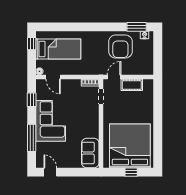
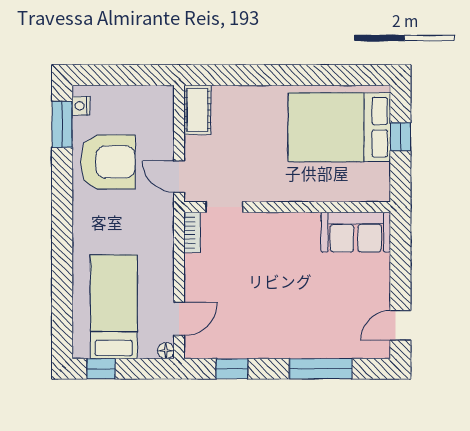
cot: (132, 85) -> (197, 110), moved
corner sofa: (51, 121) -> (281, 325), removed
bed: (130, 146) -> (339, 127), width x0.73

